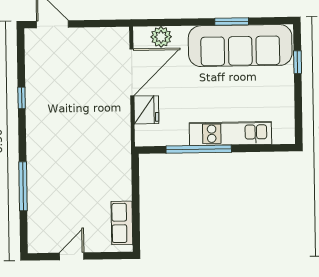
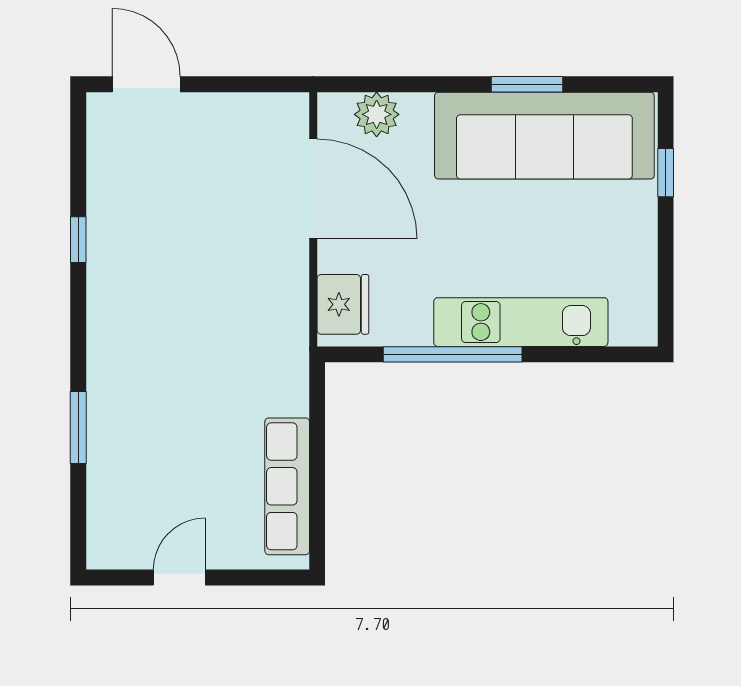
door: (132, 72) -> (313, 189), hinge flipped
fridge: (146, 110) -> (343, 304), moved
window: (23, 186) -> (78, 427), width x0.69
row of seats: (122, 223) -> (287, 486), width x1.48

